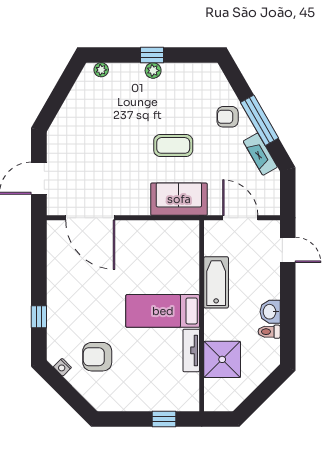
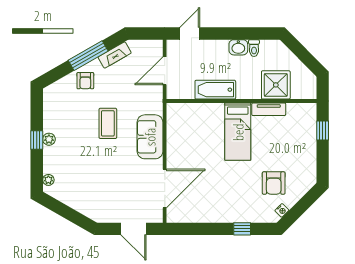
sofa: (179, 199) -> (150, 137), moved

